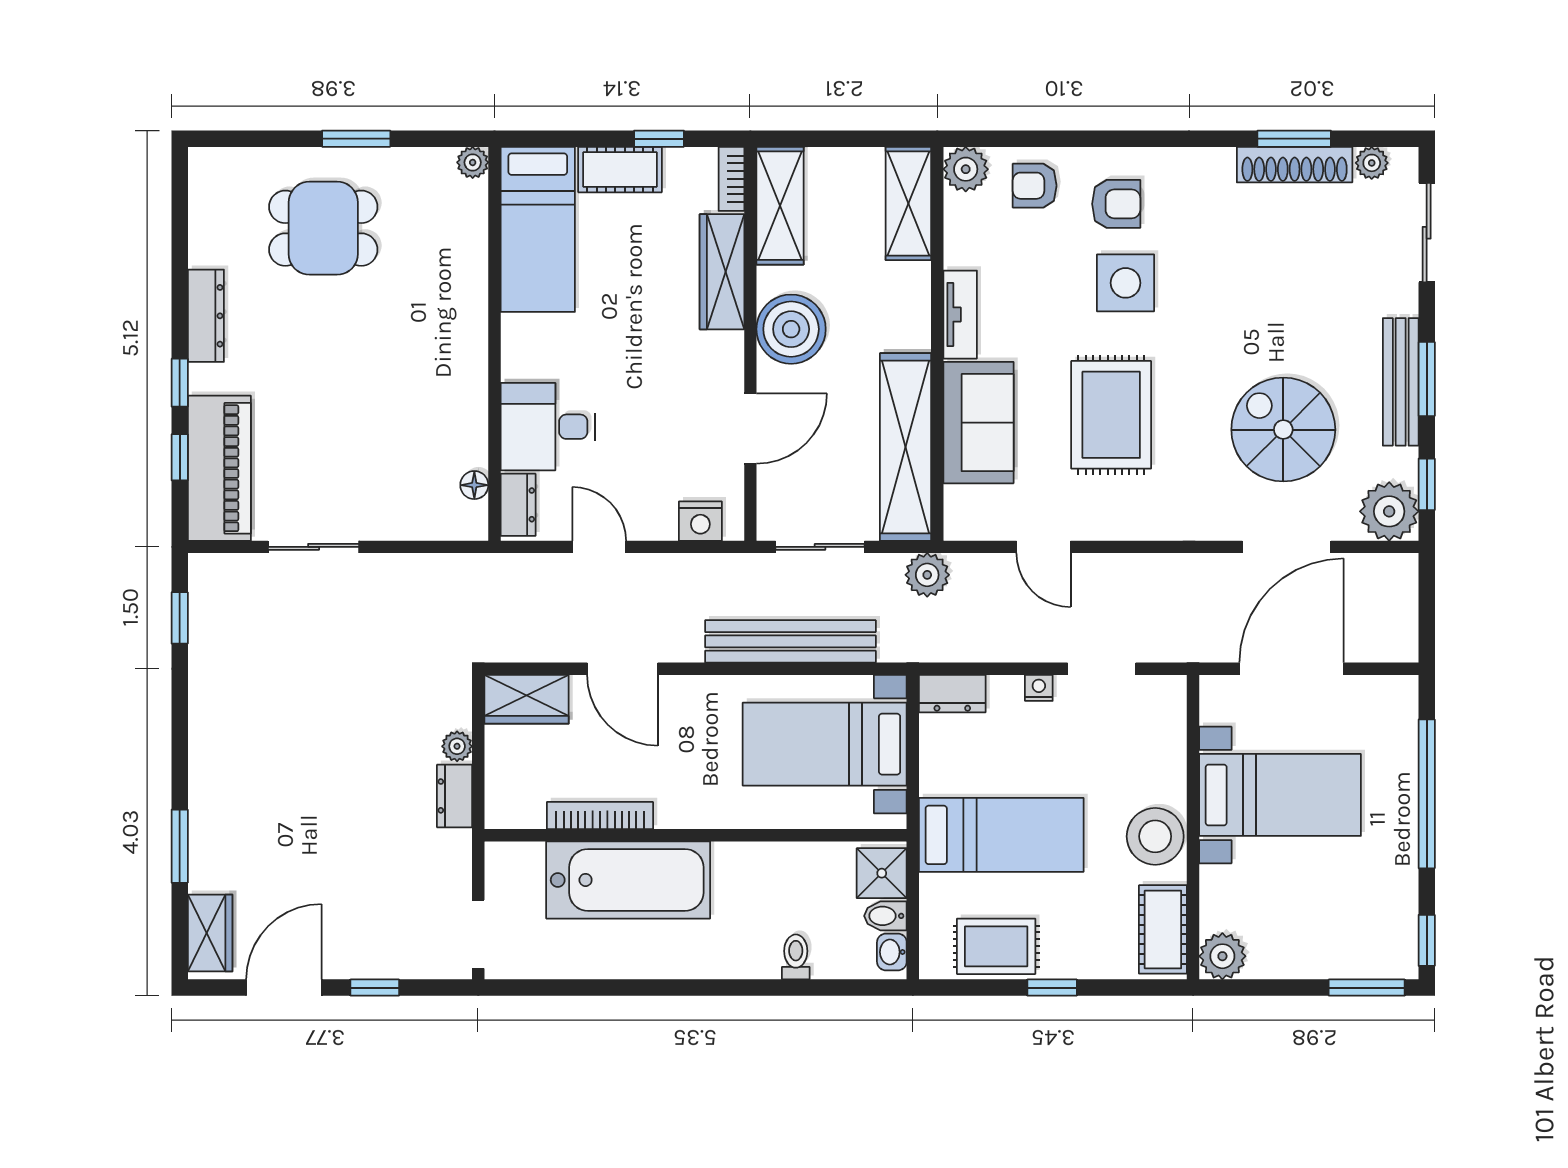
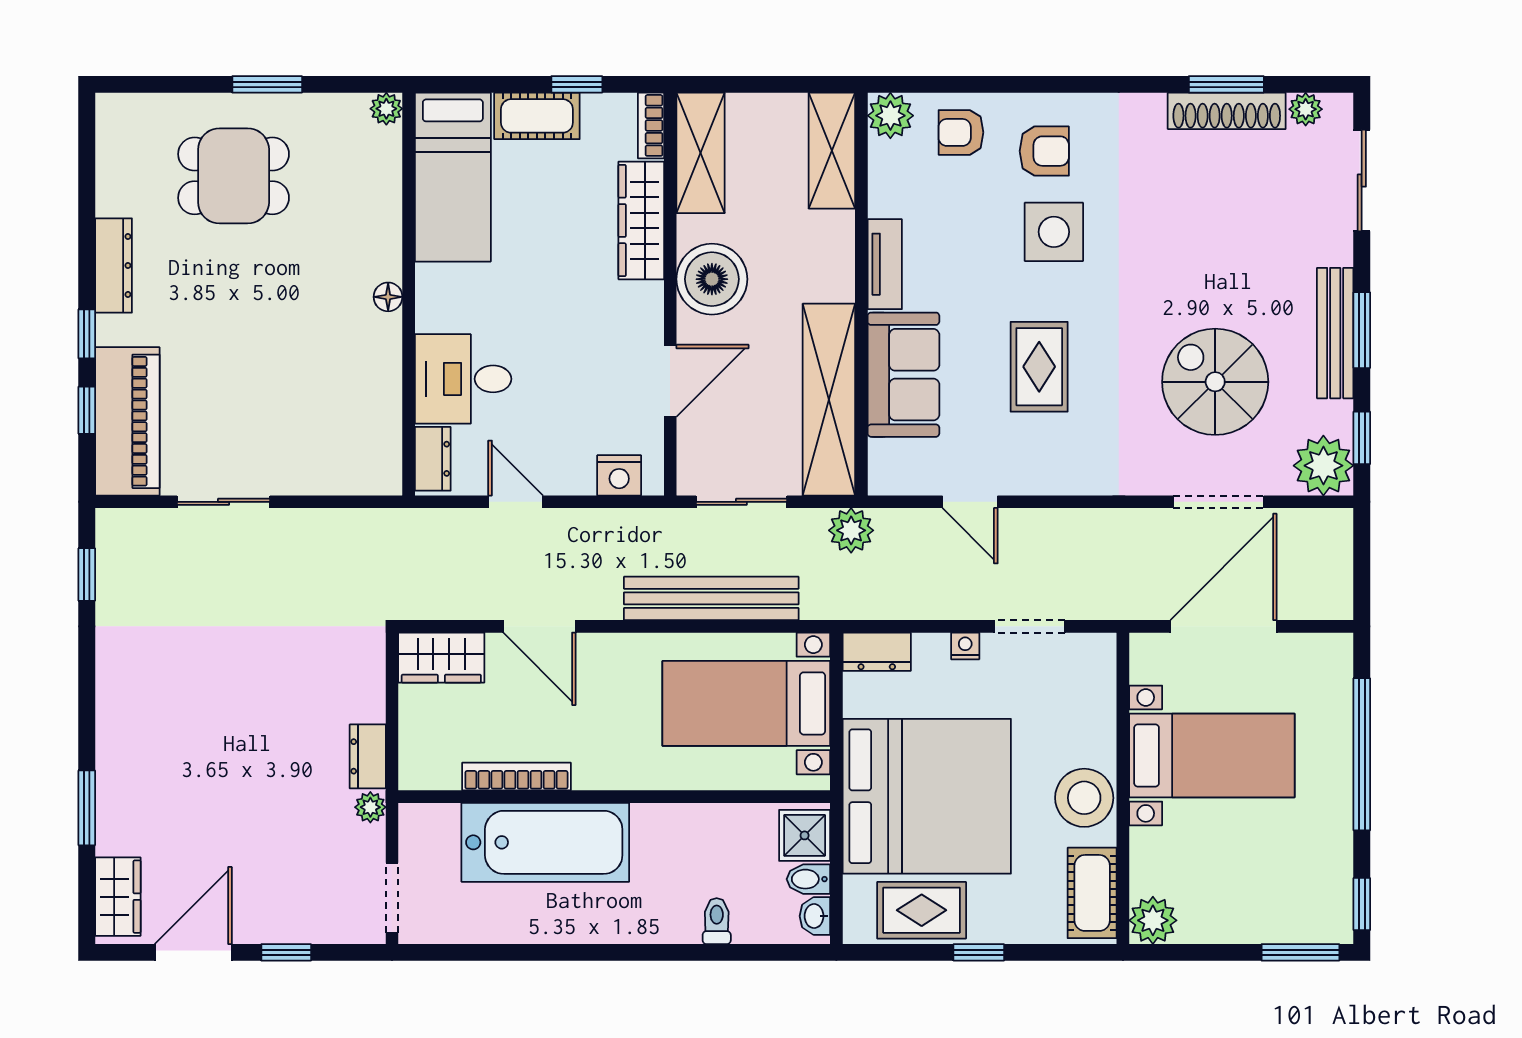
rug: (1111, 415) -> (1039, 367), width x0.73, depth x0.70
floor lamp: (474, 485) -> (388, 297), moved
plant: (457, 746) -> (370, 807), moved
bed: (1001, 835) -> (927, 796), width x2.04

